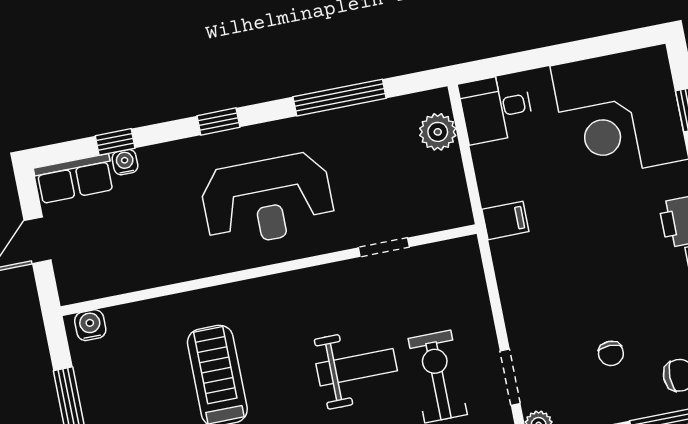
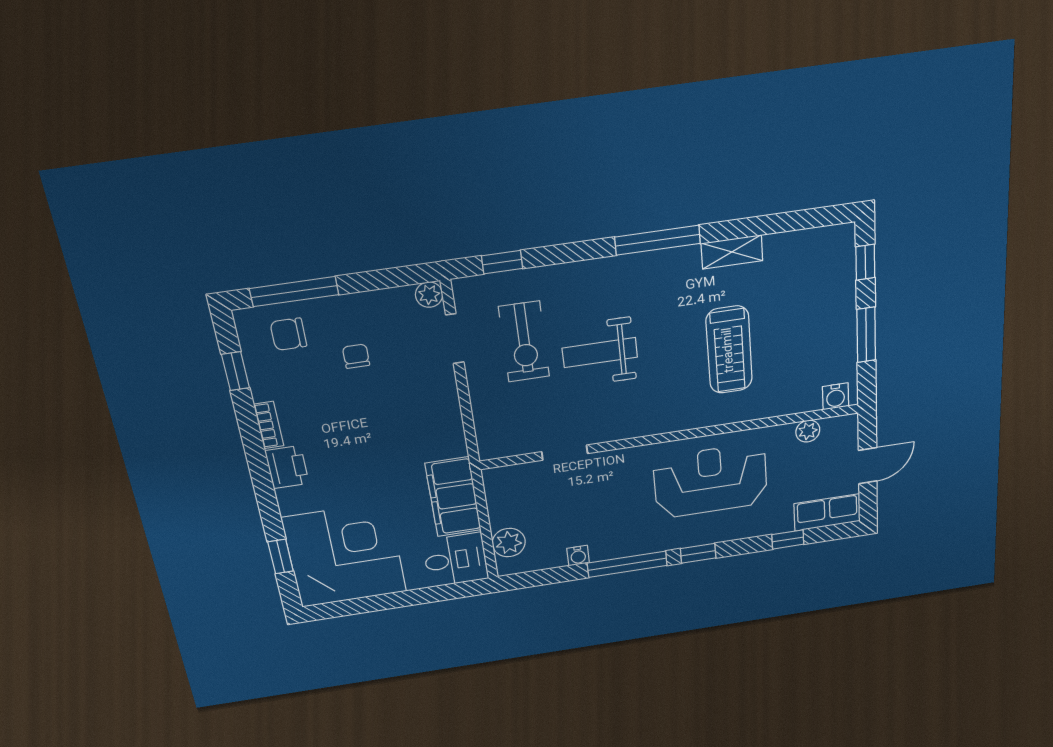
window: (340, 98) -> (627, 564), moved
water cooler: (125, 162) -> (578, 556), moved
reception desk: (267, 200) -> (711, 481), moved
filing cabinet: (505, 220) -> (453, 497), width x3.00, depth x1.17
plant: (115, 282) -> (808, 431), added

